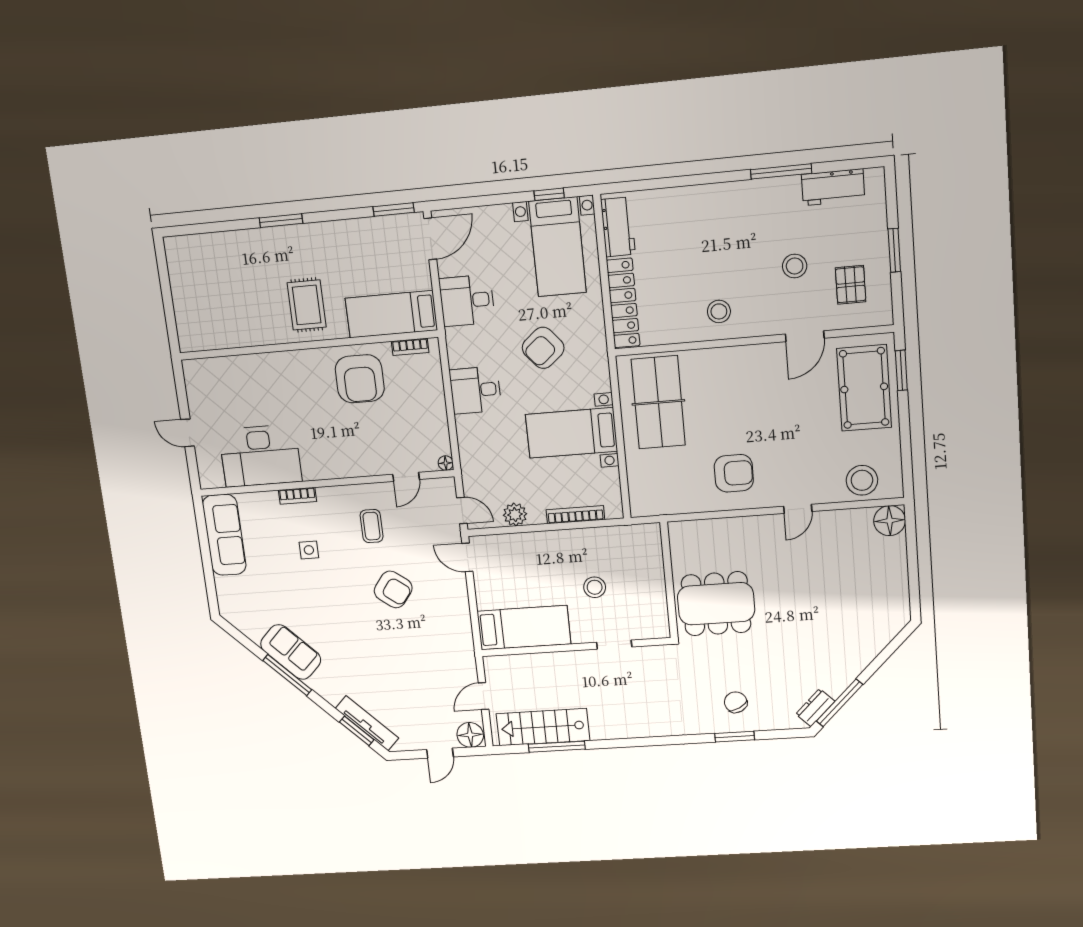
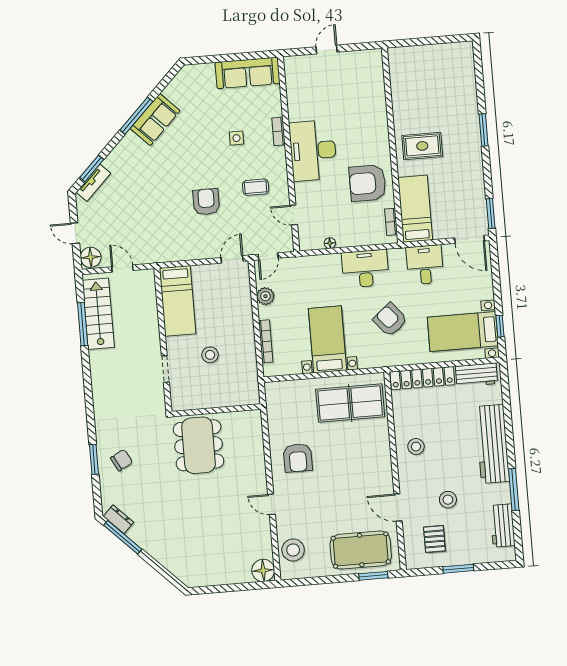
workbench: (716, 203) -> (492, 444), added
pallet: (851, 285) -> (434, 539), turned 90
desk: (475, 390) -> (365, 269), width x1.37
desk: (260, 456) -> (313, 150), moved
floor lamp: (446, 463) -> (330, 243), moved
armchair: (393, 589) -> (206, 202), turned 143
tv unit: (367, 723) -> (93, 183), width x0.71

